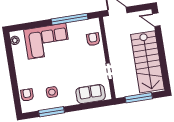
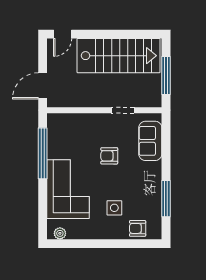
armchair: (93, 39) -> (109, 156), moved
side table: (52, 92) -> (114, 208), moved

